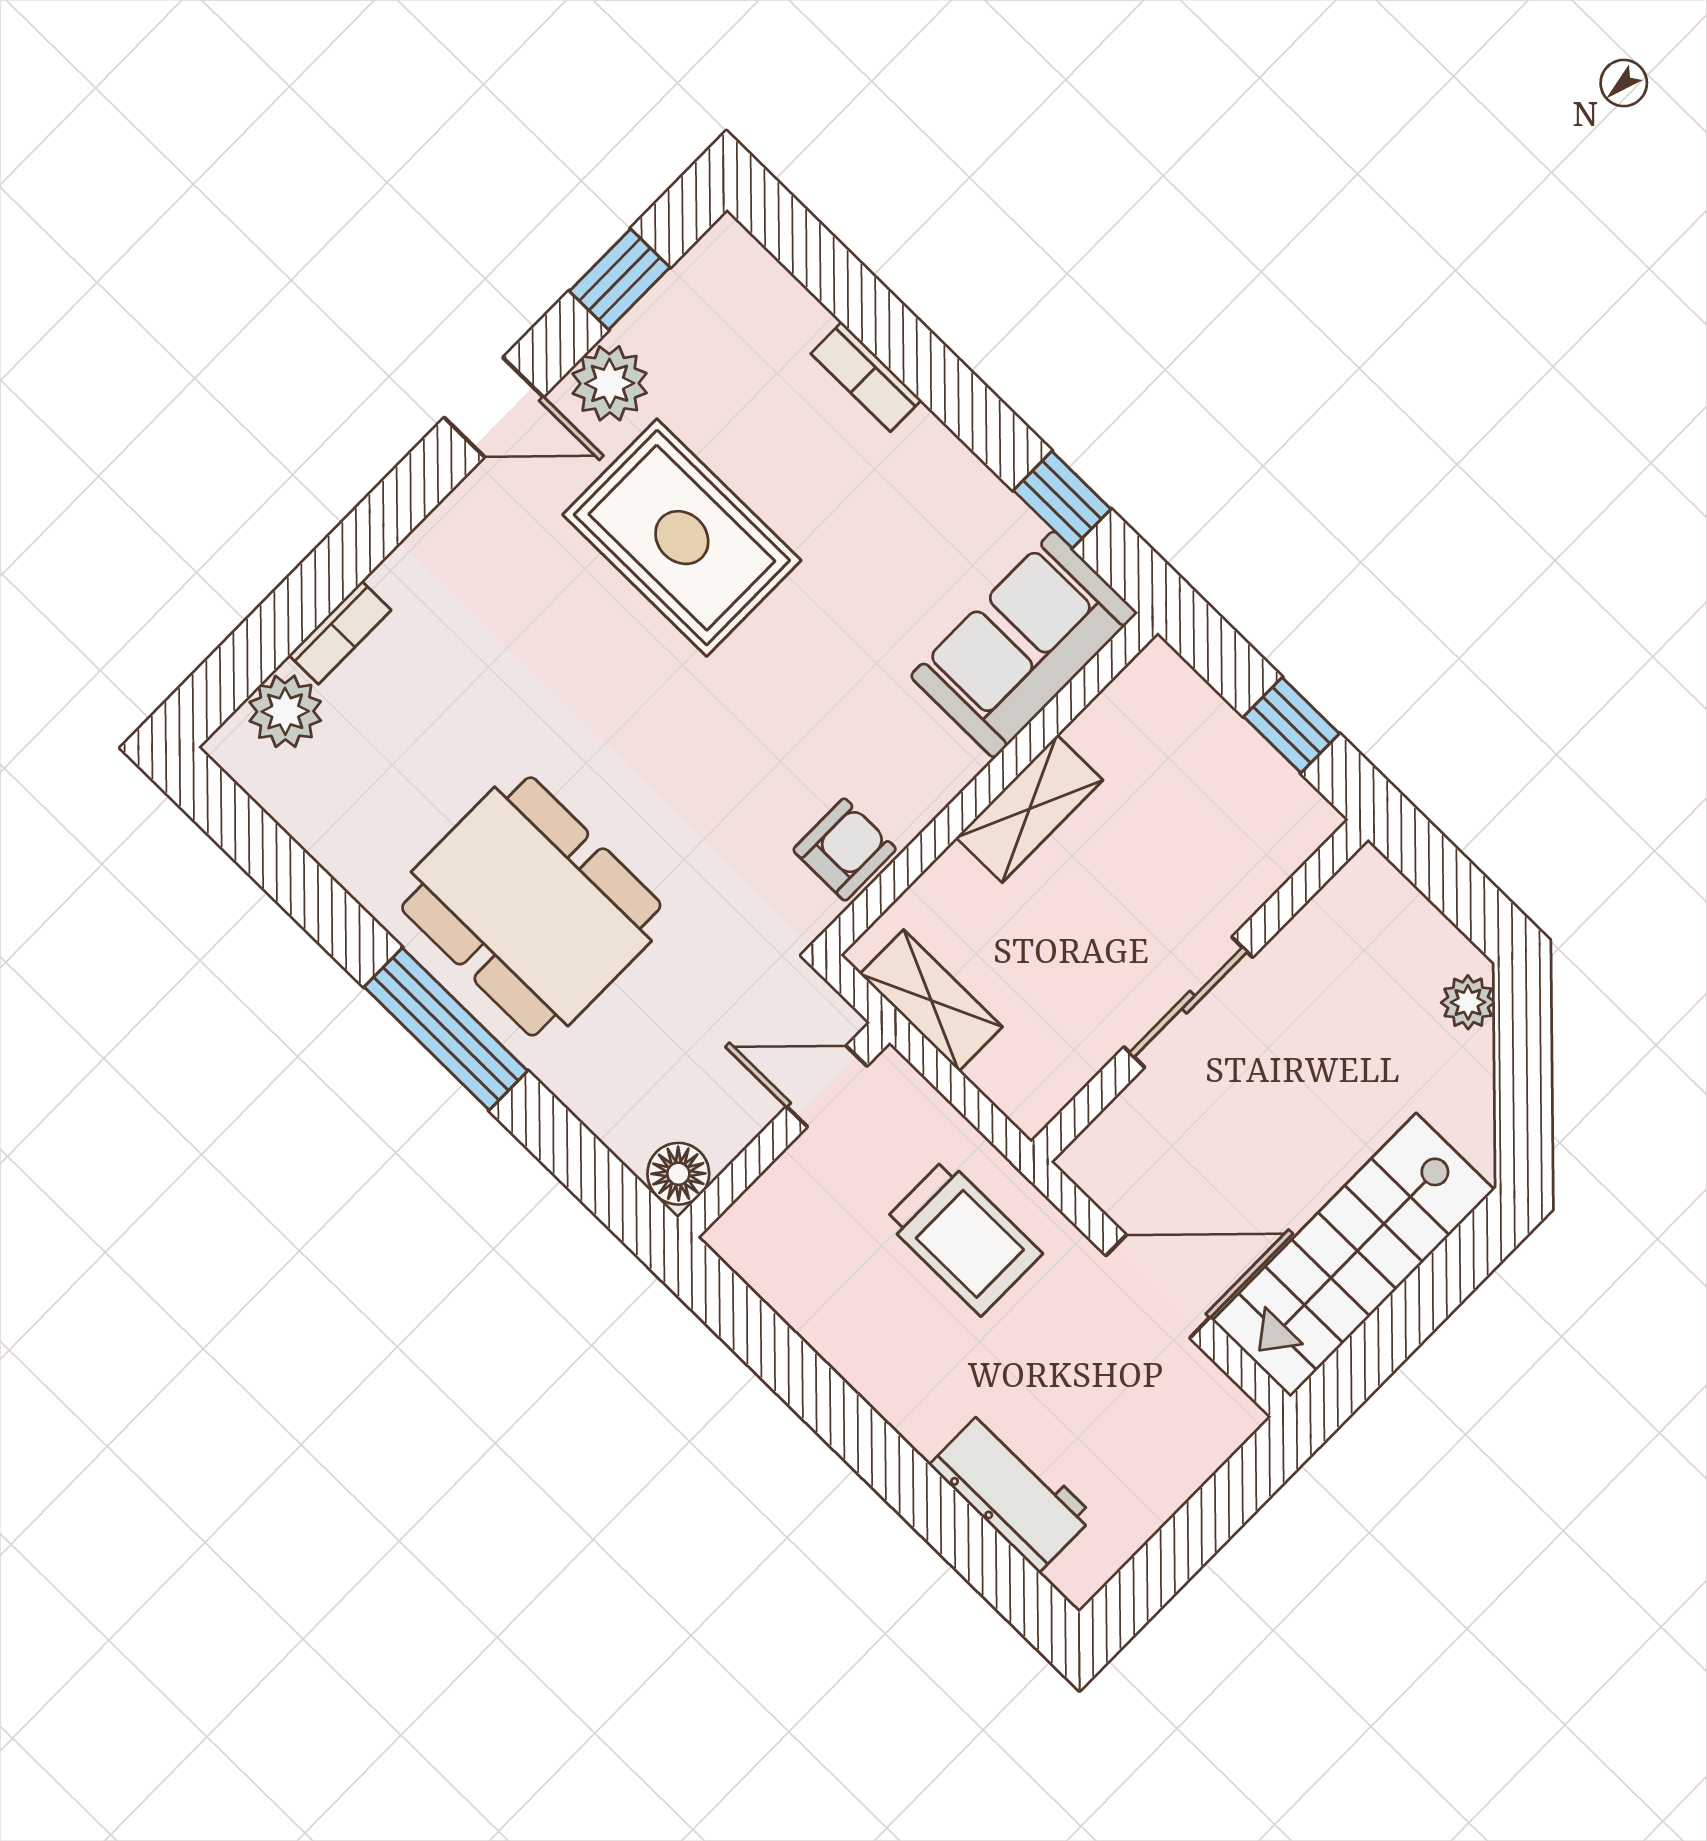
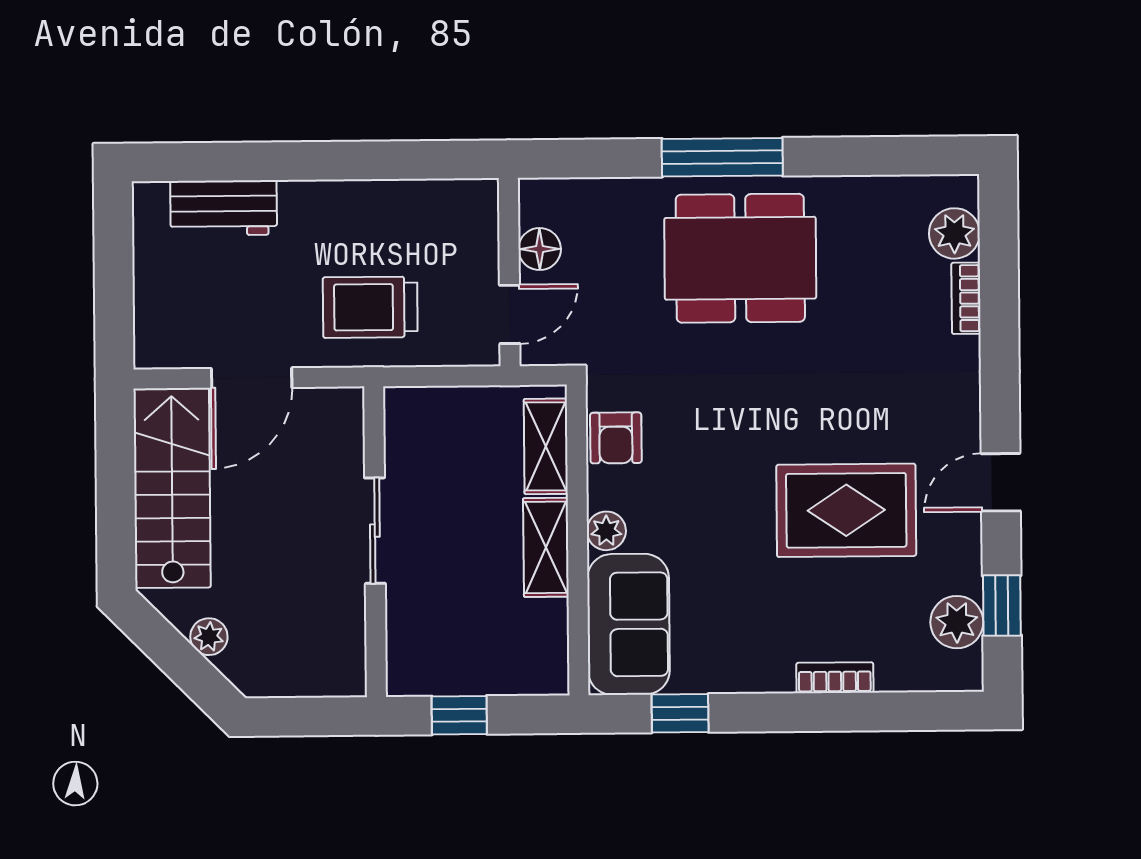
plant: (610, 383) -> (957, 622), moved
plant: (950, 764) -> (606, 531), added
shelving: (931, 1000) -> (546, 446), moved, turned 90
plant: (1468, 1002) -> (209, 637), moved
floor lamp: (678, 1174) -> (540, 249), moved

